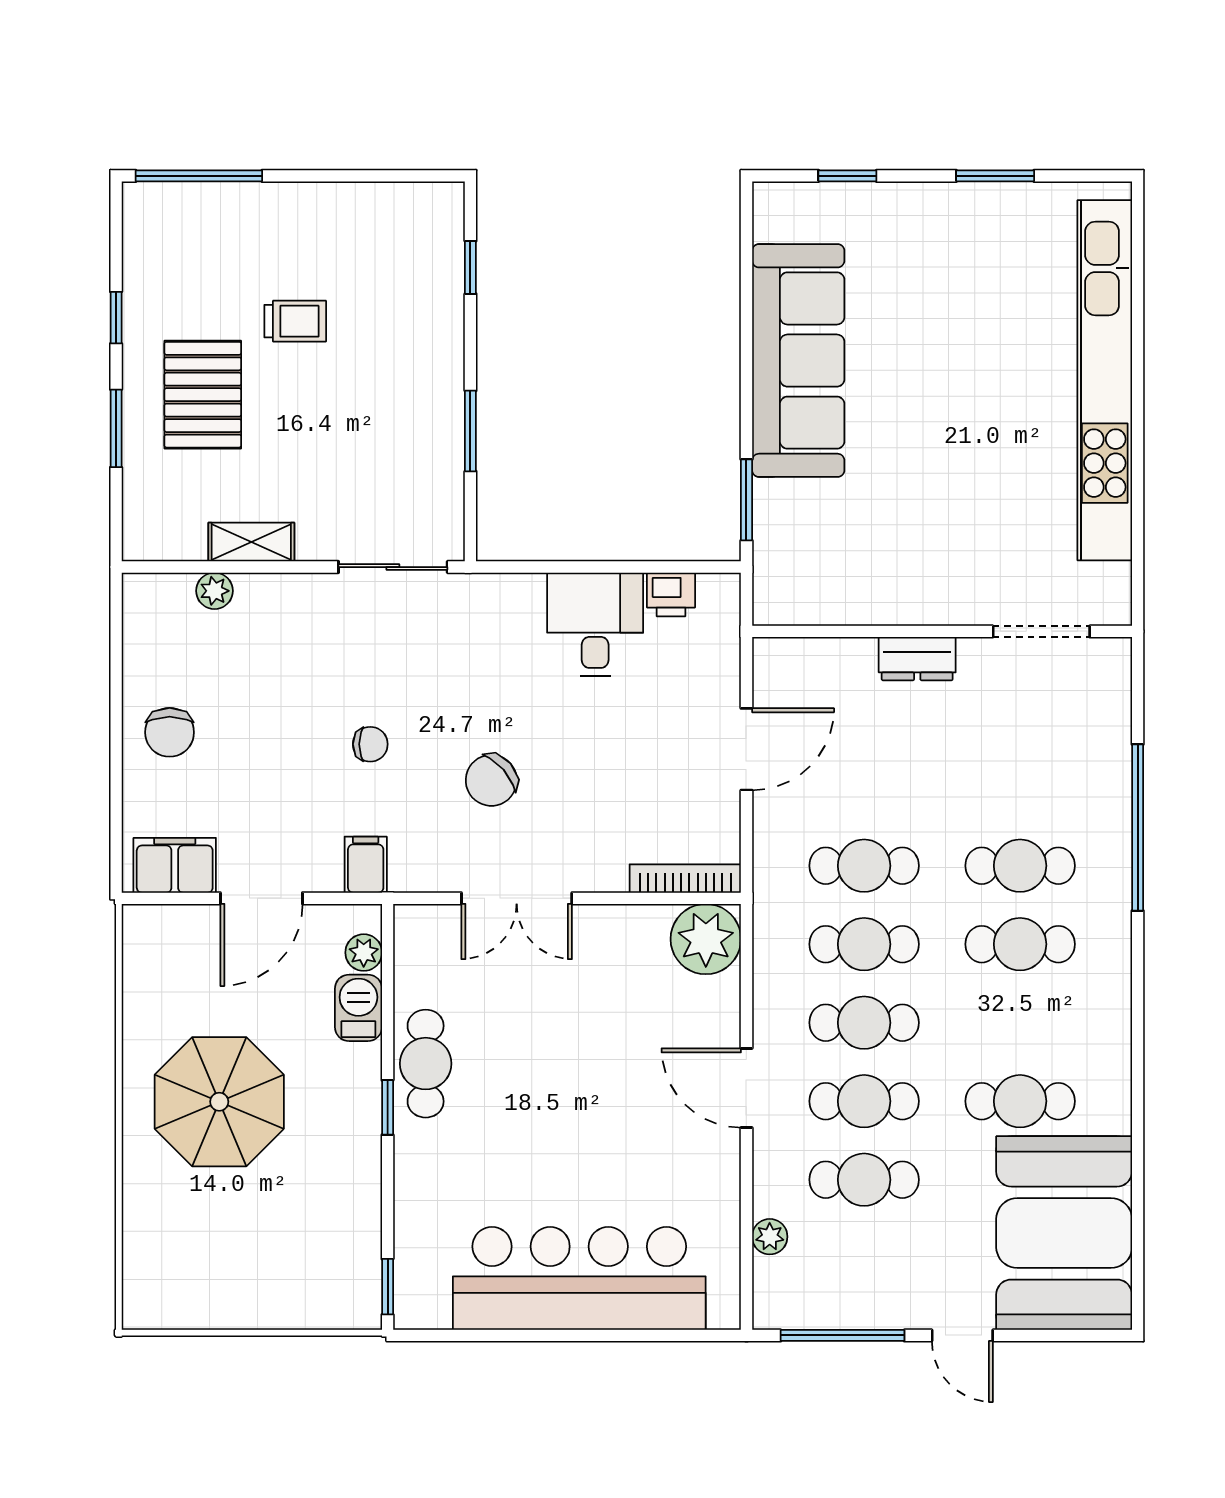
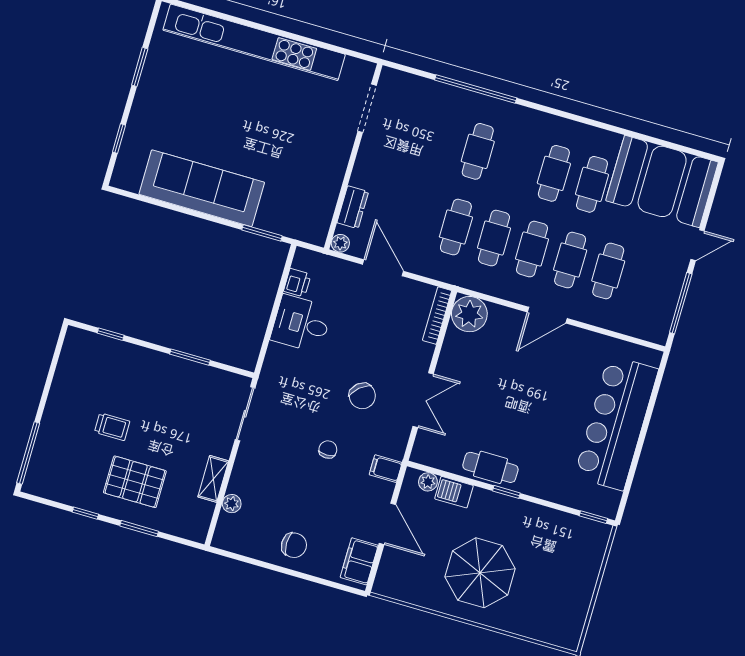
trolley: (295, 321) -> (112, 427), turned 90
dresser: (917, 659) -> (353, 207), moved
cafe table: (1020, 944) -> (554, 173), moved
plant: (770, 1237) -> (340, 243), moved

